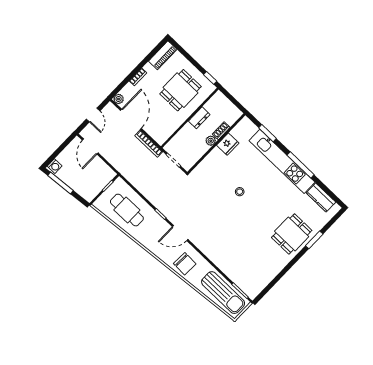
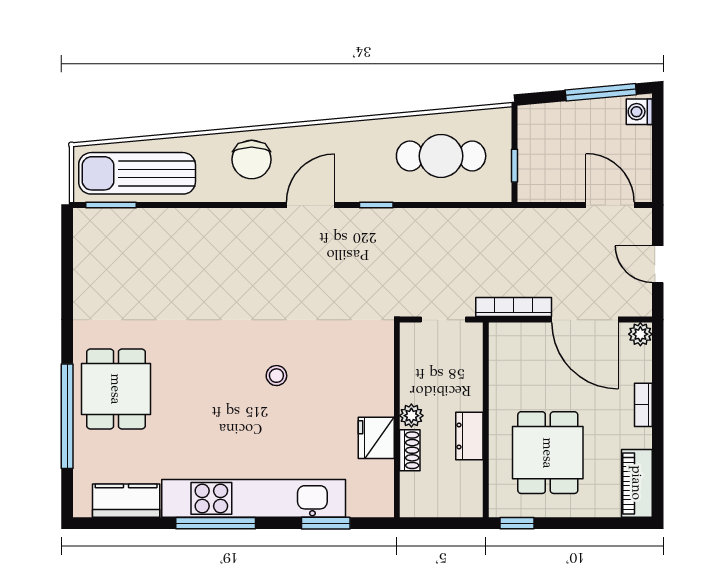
window: (314, 240) -> (67, 416), width x2.11
chair: (185, 264) -> (252, 160), turned -92

